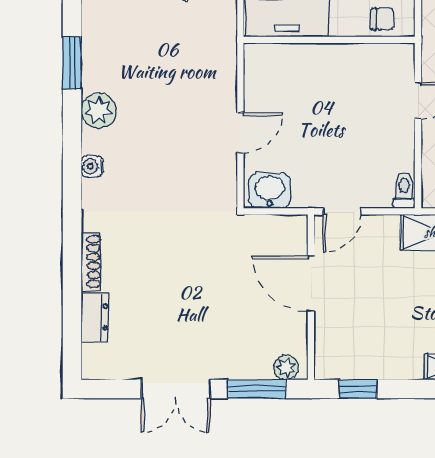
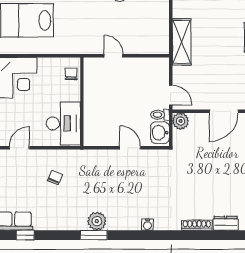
plant: (99, 111) -> (97, 221), moved
toilet: (404, 191) -> (160, 115), moved
plant: (292, 230) -> (181, 121), added
door: (311, 283) -> (224, 111), moved

